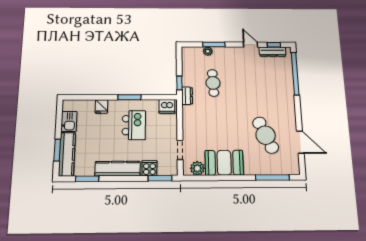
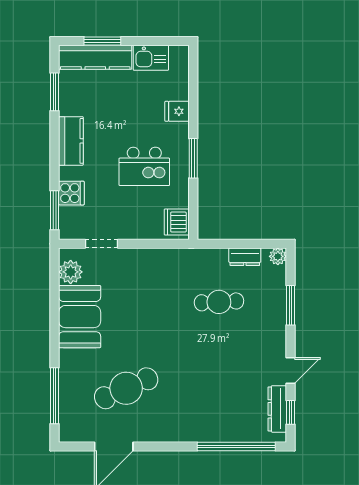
plant: (208, 51) -> (278, 256), moved
window: (179, 83) -> (219, 244), removed
dresser: (187, 96) -> (245, 257), moved
kitchen counter: (118, 169) -> (71, 141), width x0.67

